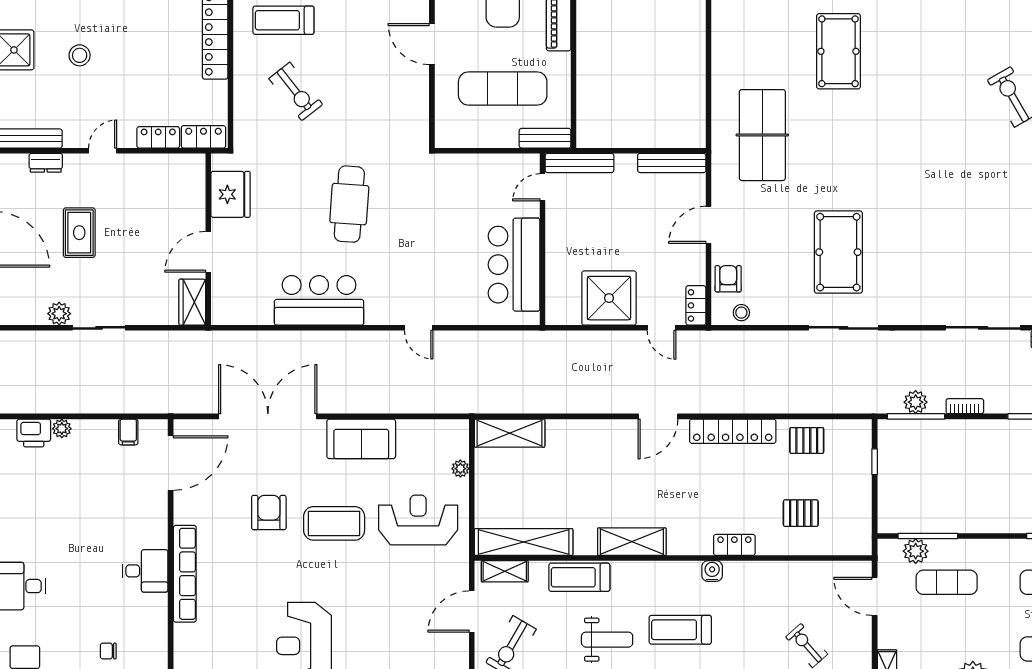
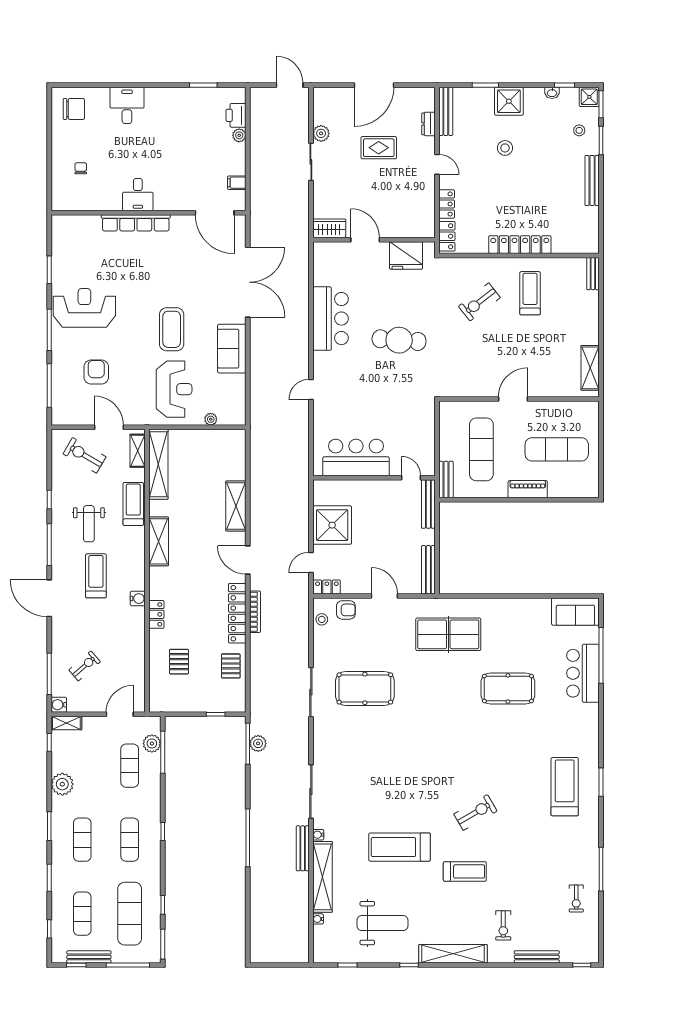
bookcase: (965, 406) -> (255, 612), moved, width x1.56
shelving: (510, 433) -> (236, 506), moved
armchair: (269, 512) -> (96, 372), moved, turned -90

